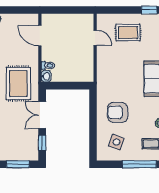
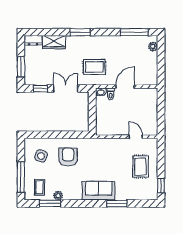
door: (40, 36) -> (125, 87), moved
door: (95, 38) -> (136, 137), swing flipped
rug: (18, 83) -> (94, 67), width x0.73, depth x0.70

